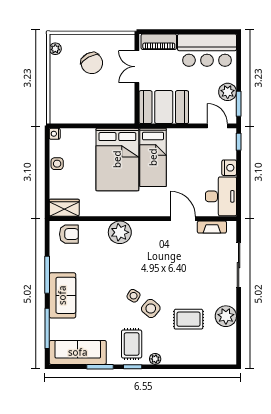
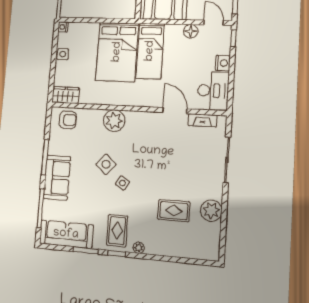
floor lamp: (194, 135) -> (191, 31), added
side table: (151, 308) -> (106, 164), moved

